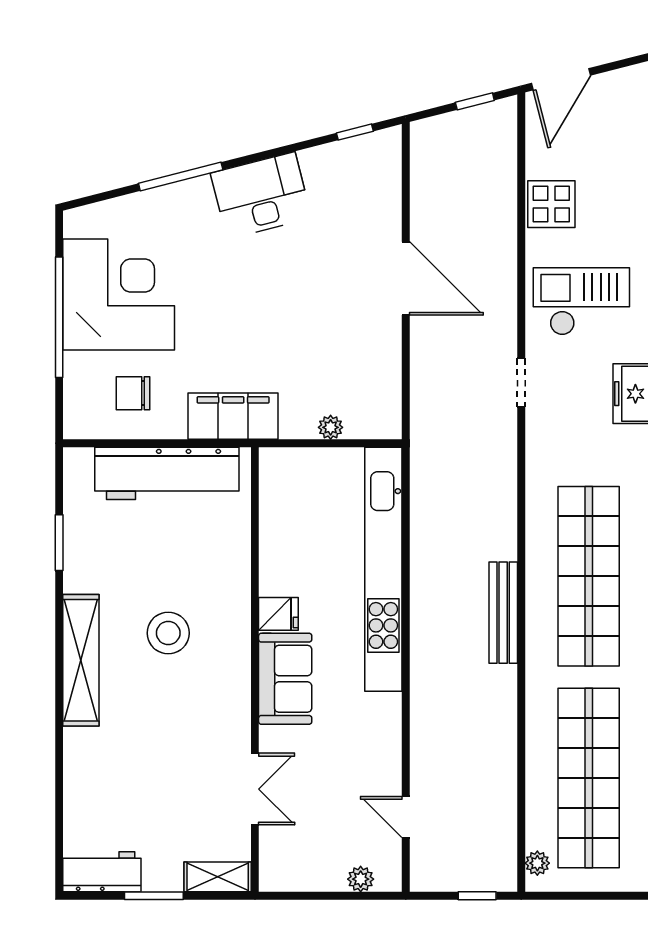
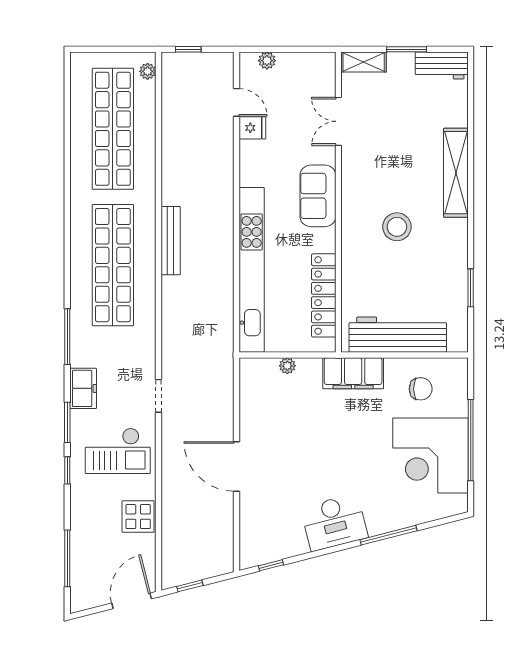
locker: (277, 531) -> (324, 295), added
fridge: (278, 614) -> (252, 128), moved, turned 180
shelving: (81, 660) -> (456, 173), moved

